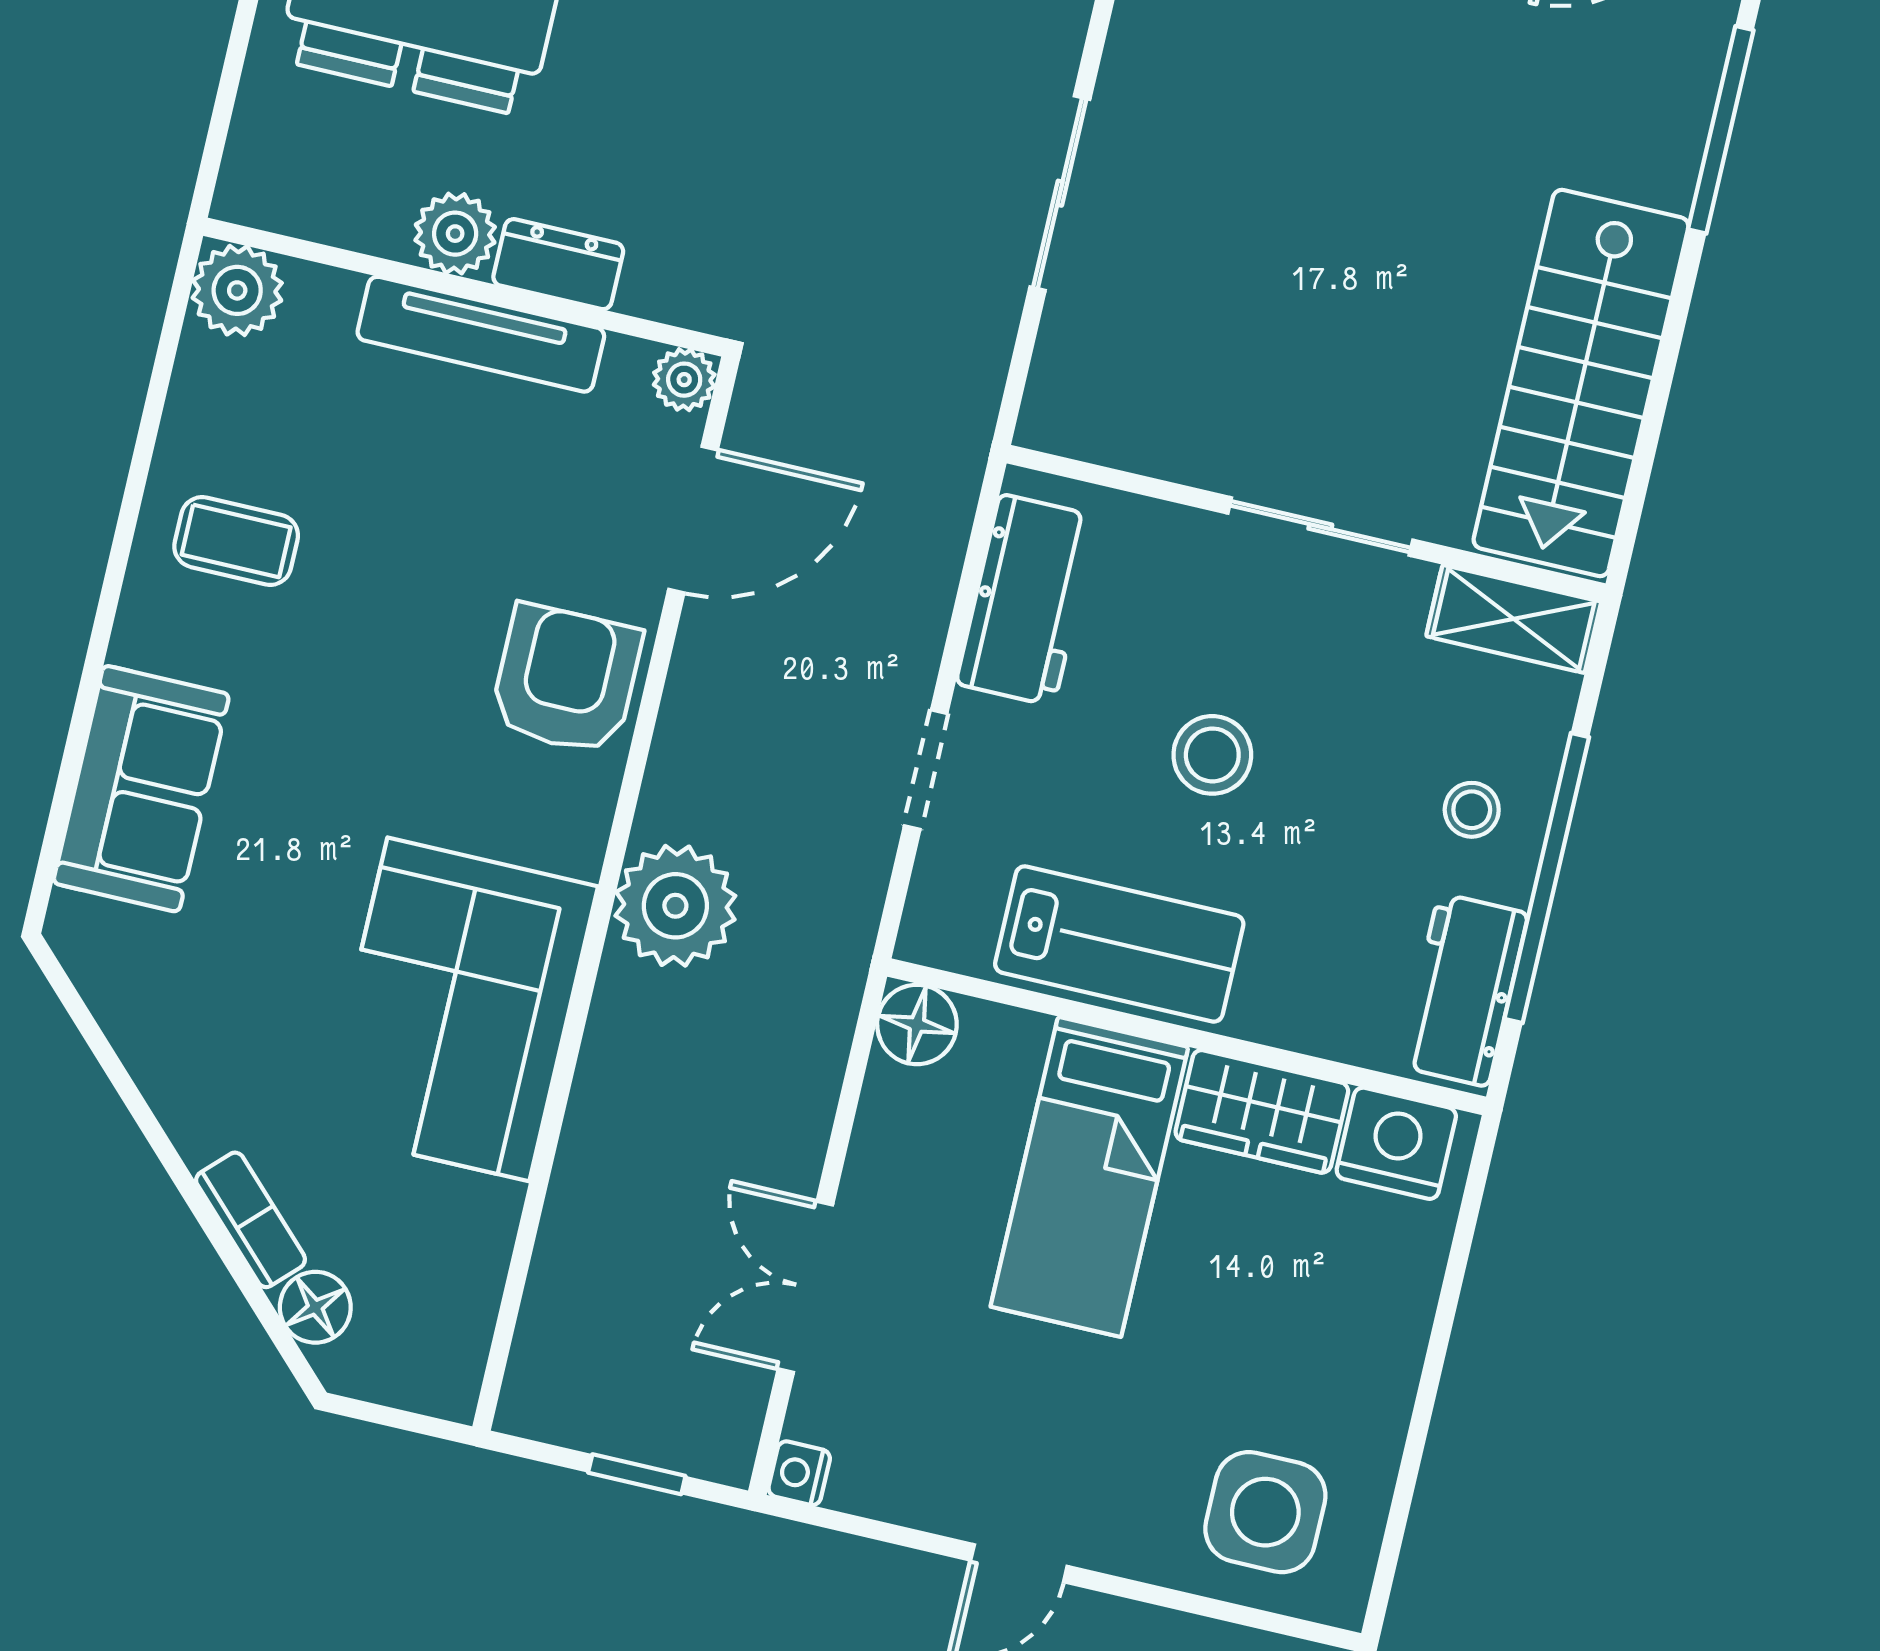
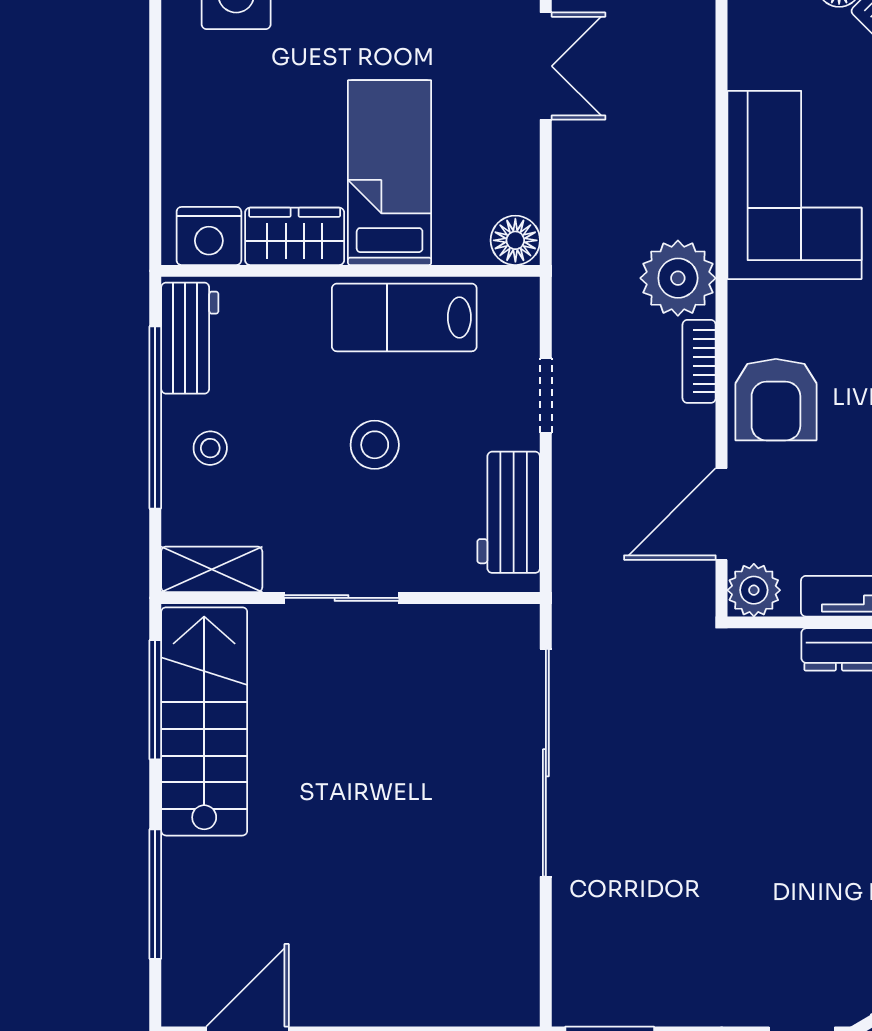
sliding door: (1060, 193) -> (546, 763), width x1.86
plant: (684, 380) -> (754, 590), width x1.38, depth x1.38
window: (1650, 435) -> (155, 700), added
bookcase: (673, 767) -> (699, 361), added

